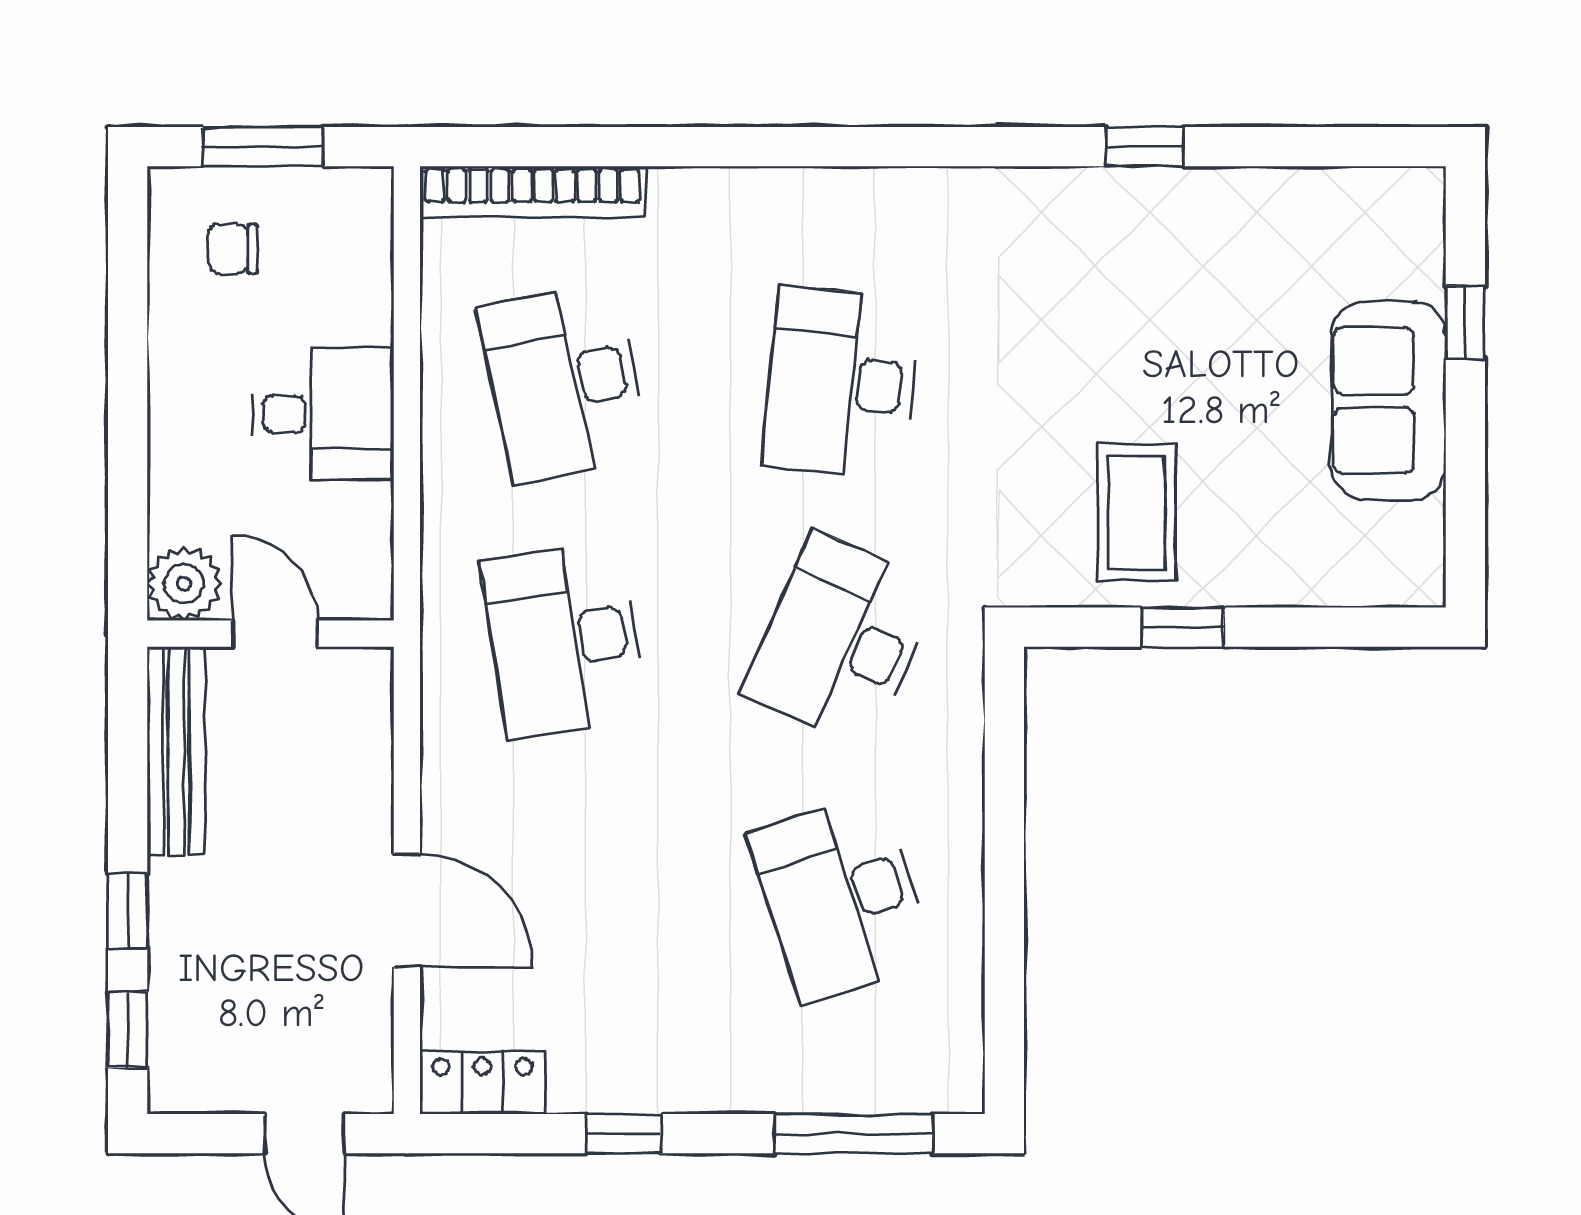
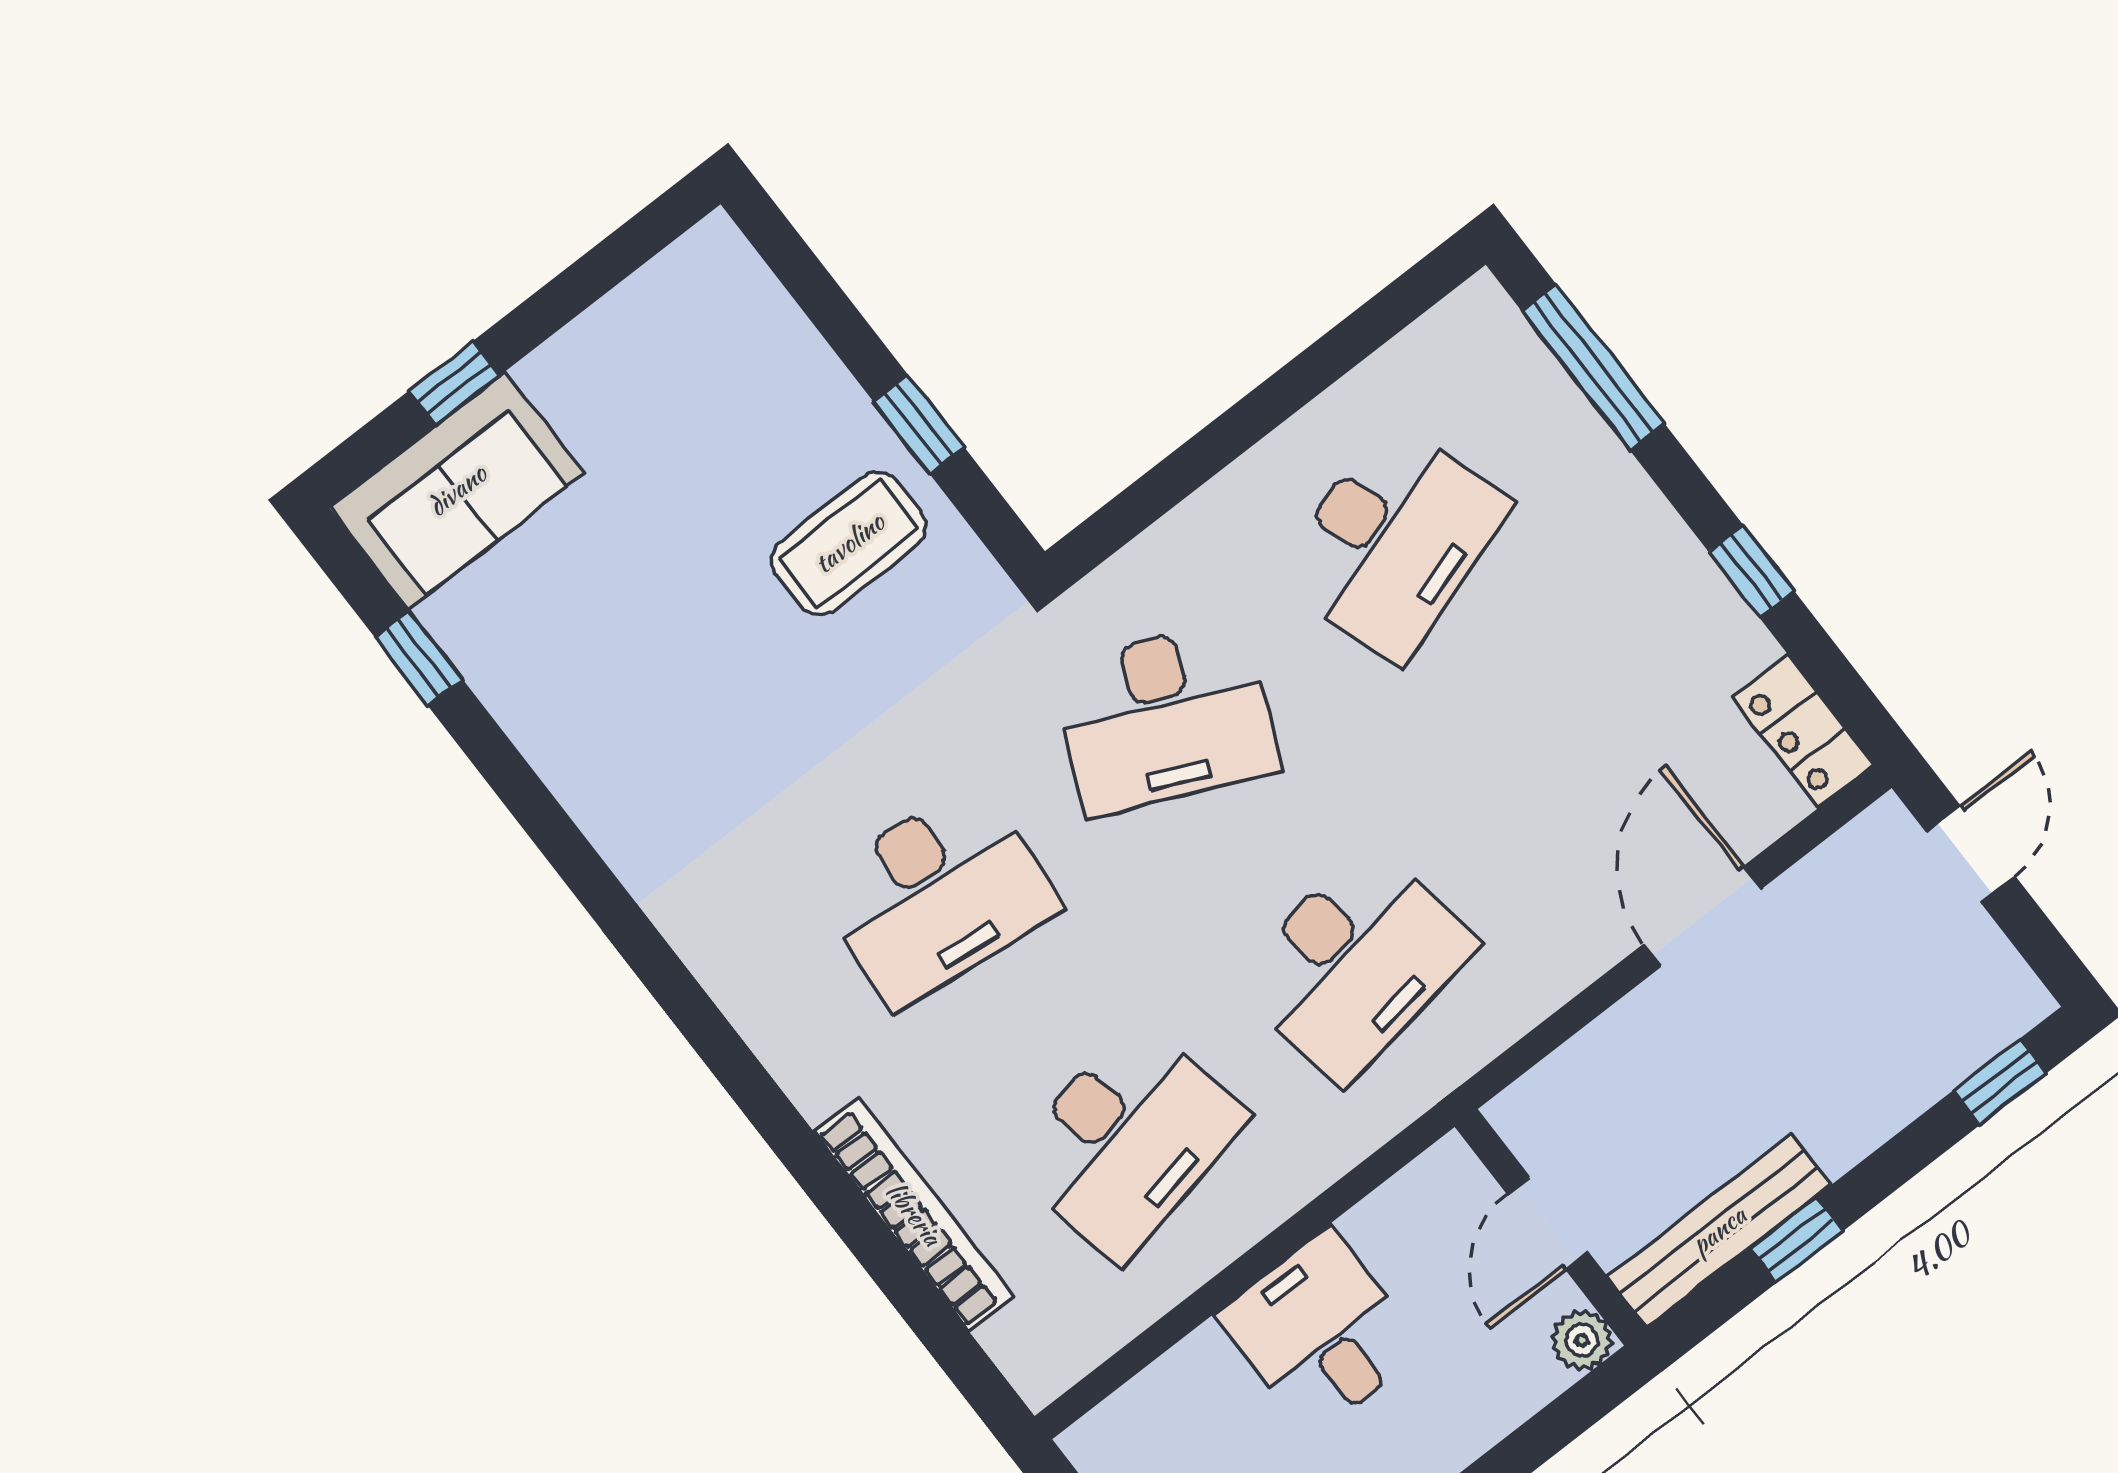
window: (1145, 147) -> (419, 659), moved
bookcase: (533, 192) -> (914, 1214), moved
sofa: (1389, 401) -> (457, 490), moved
plant: (184, 584) -> (1582, 1340), width x0.73, depth x0.73
window: (128, 911) -> (1796, 1240), moved

